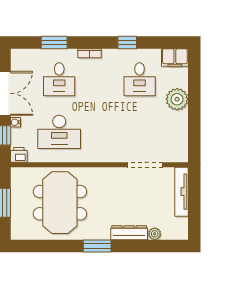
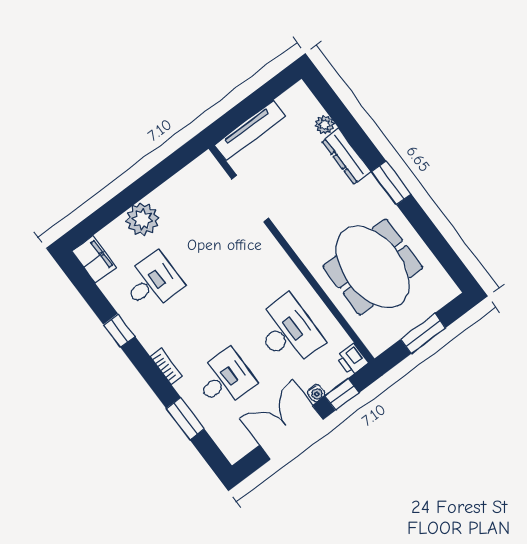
meeting table: (60, 203) -> (373, 267), turned 90

